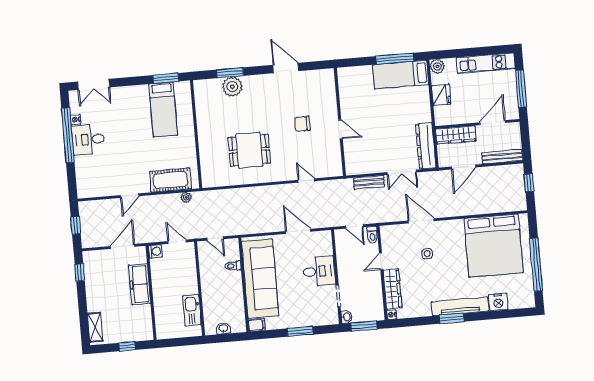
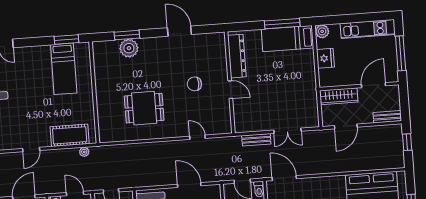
dresser: (426, 146) -> (237, 56), moved, turned 180
bench: (502, 157) -> (387, 117), width x0.73
door: (421, 221) -> (284, 178), moved

